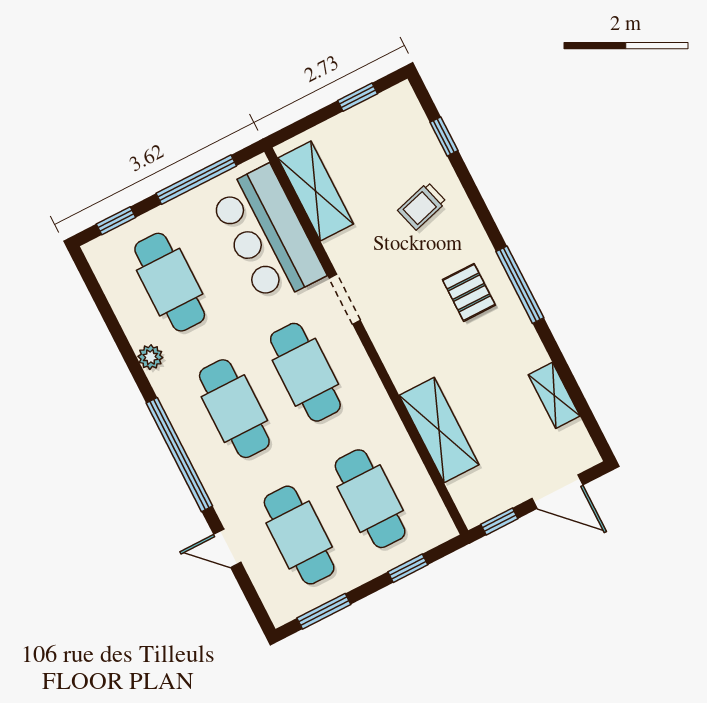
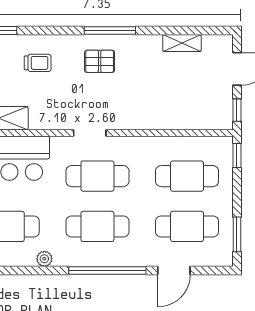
trolley: (422, 206) -> (38, 63), turned -74
doorway: (345, 299) -> (90, 133), moved
shelving: (439, 430) -> (168, 118), removed
door: (227, 548) -> (174, 271), width x1.38
window: (408, 568) -> (237, 156), moved

